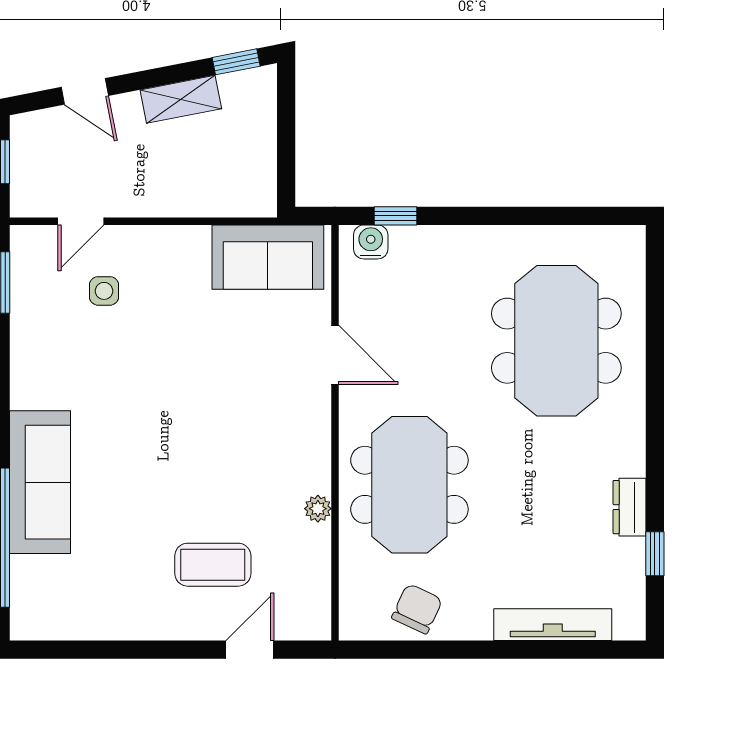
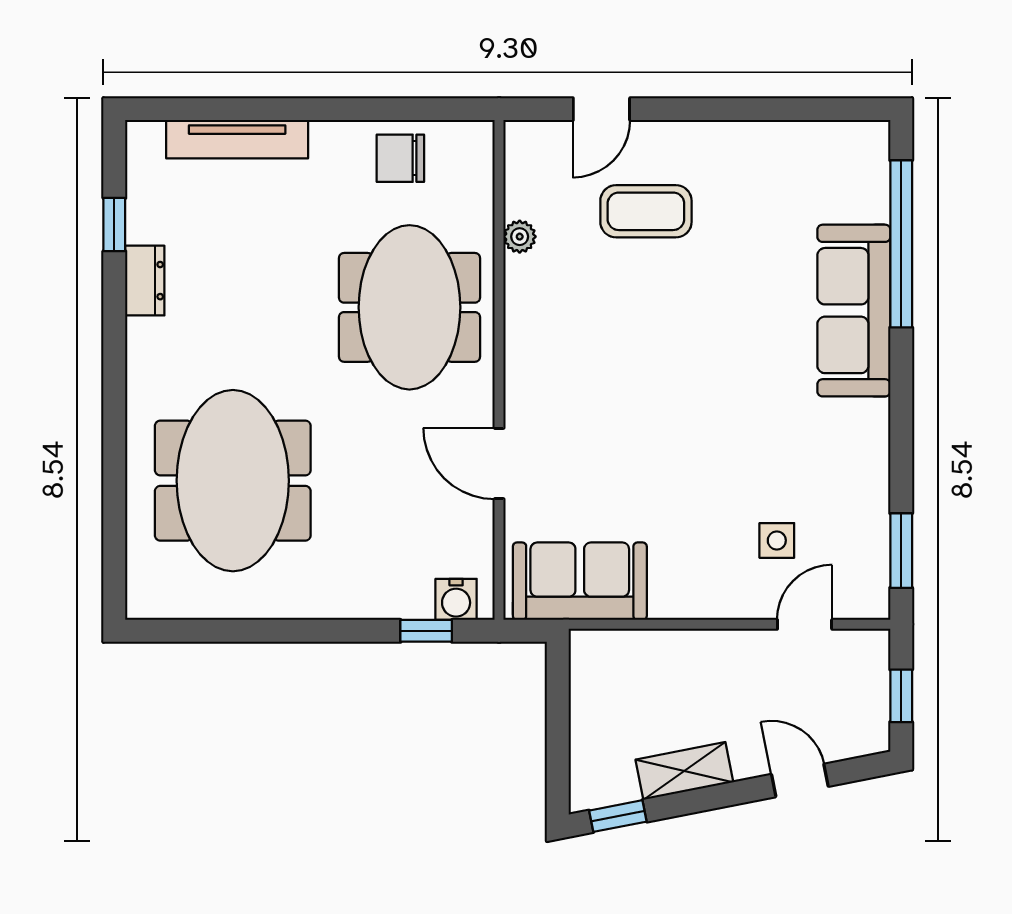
plant: (318, 509) -> (520, 237), moved
chair: (417, 609) -> (400, 158), turned 65

